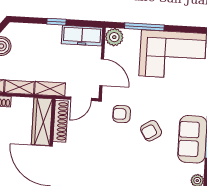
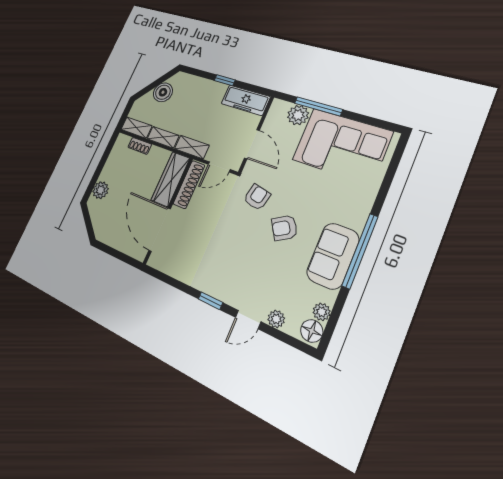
plant: (114, 37) -> (298, 115), moved
armchair: (122, 114) -> (257, 197), turned 102

